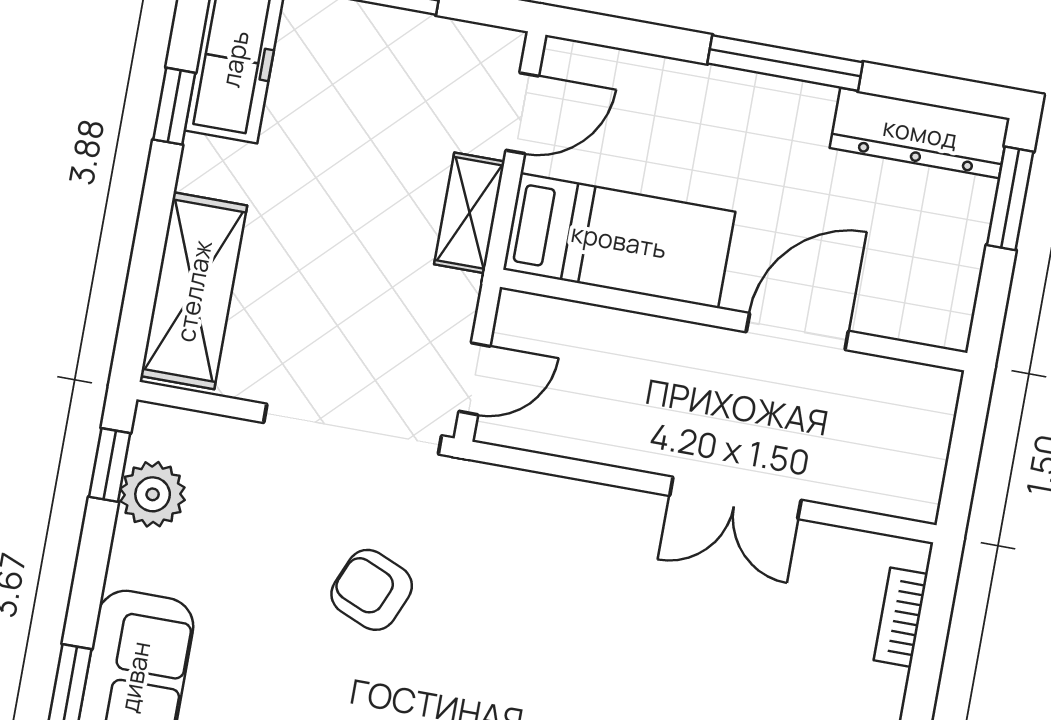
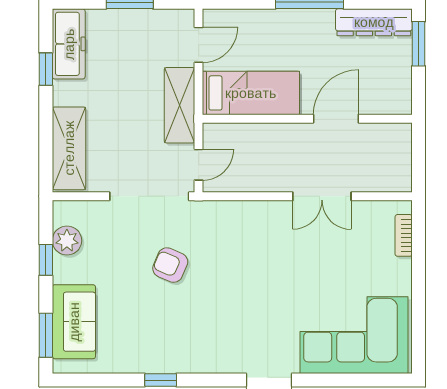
shelving: (469, 213) -> (180, 105), width x1.50, depth x1.33
window: (110, 465) -> (46, 260), moved

